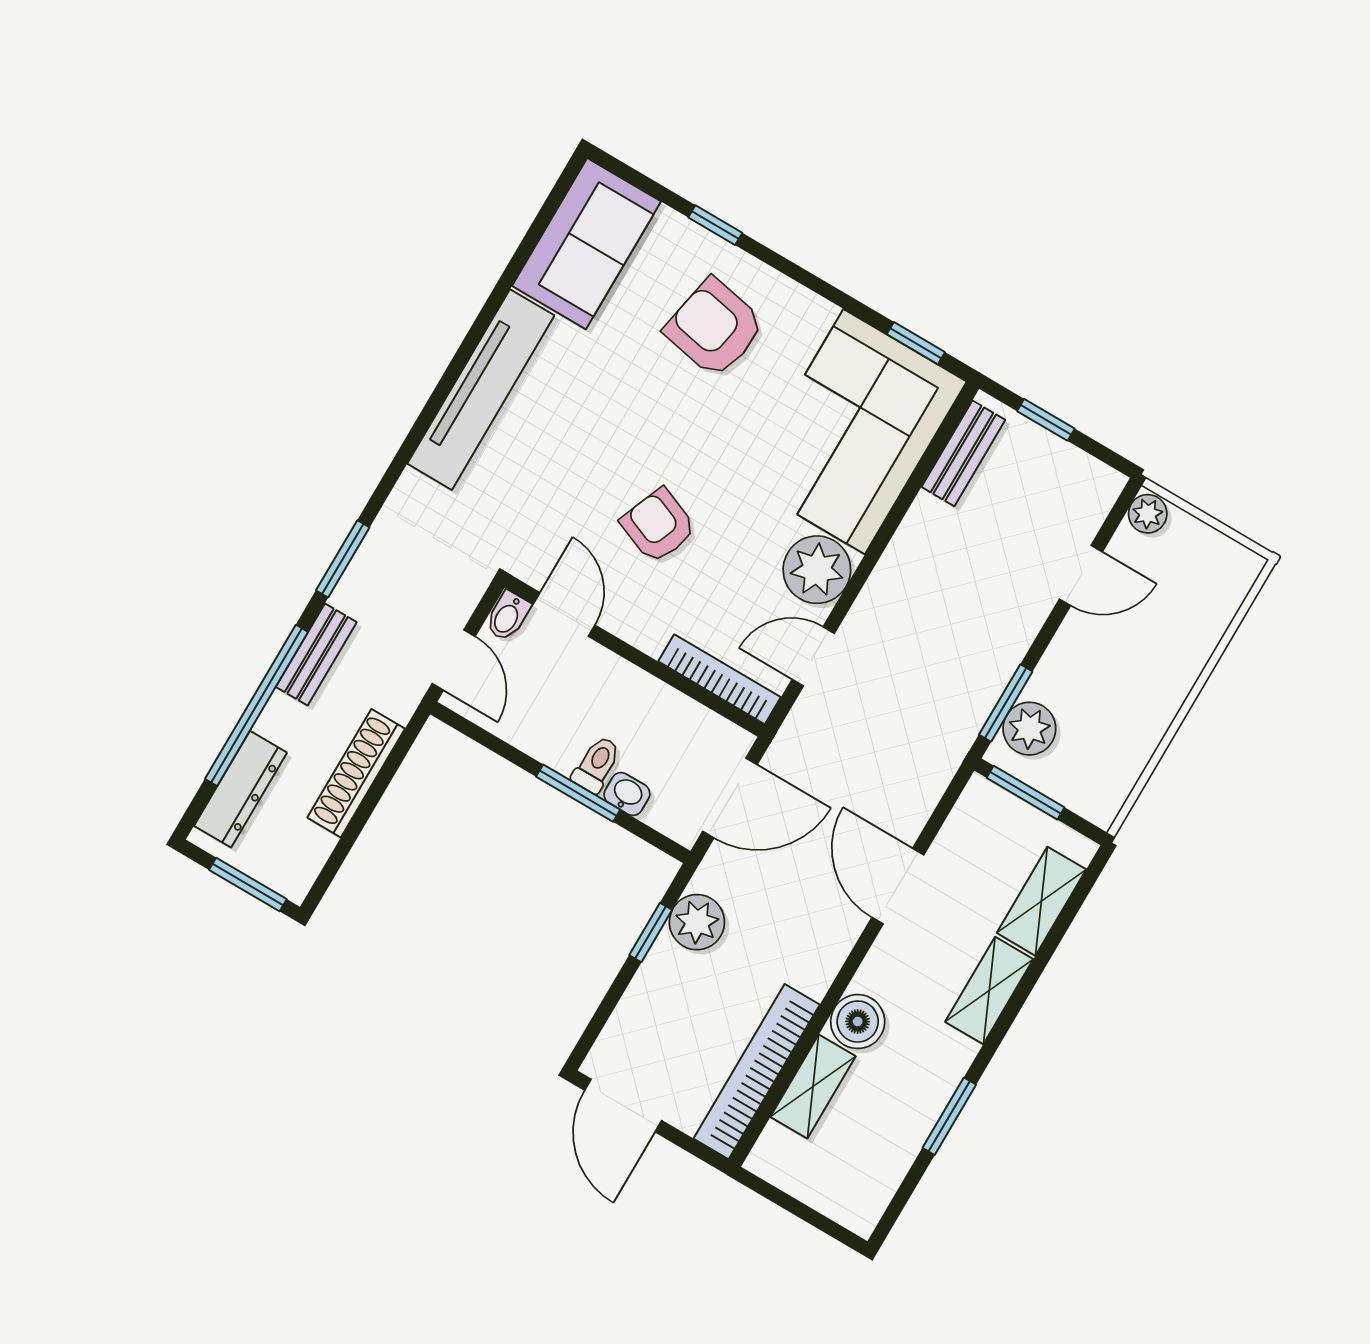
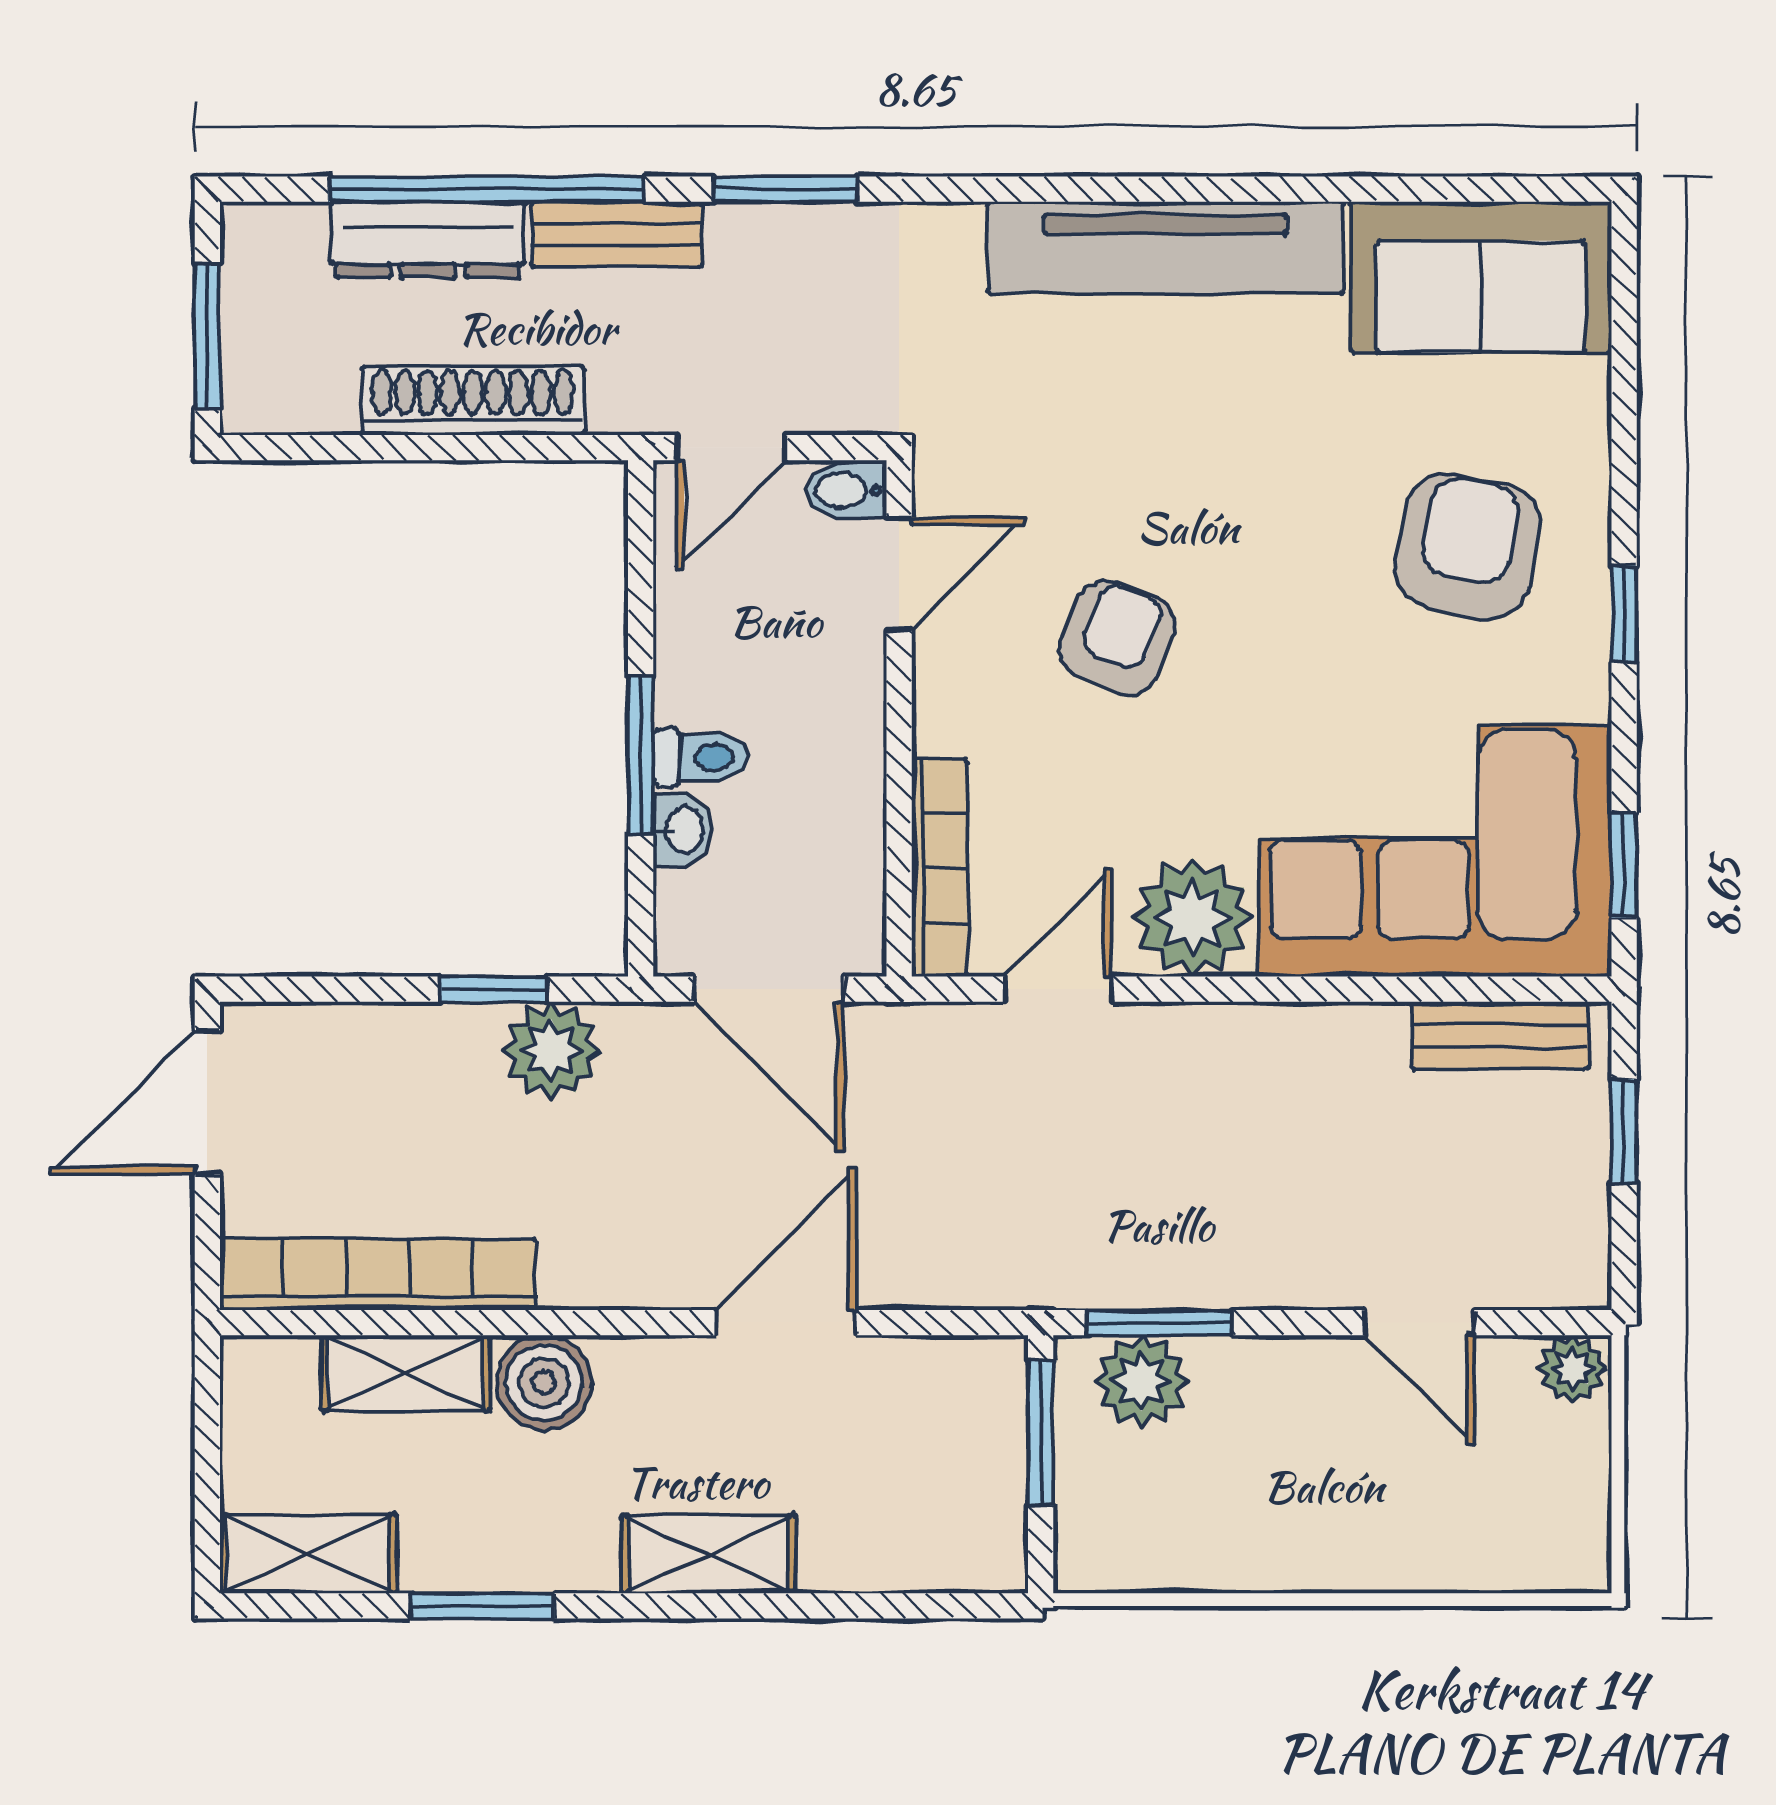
window: (715, 225) -> (1624, 614), moved
door: (813, 656) -> (1058, 989), hinge flipped
dresser: (240, 789) -> (428, 240), moved
shelving: (1041, 901) -> (308, 1554), moved

